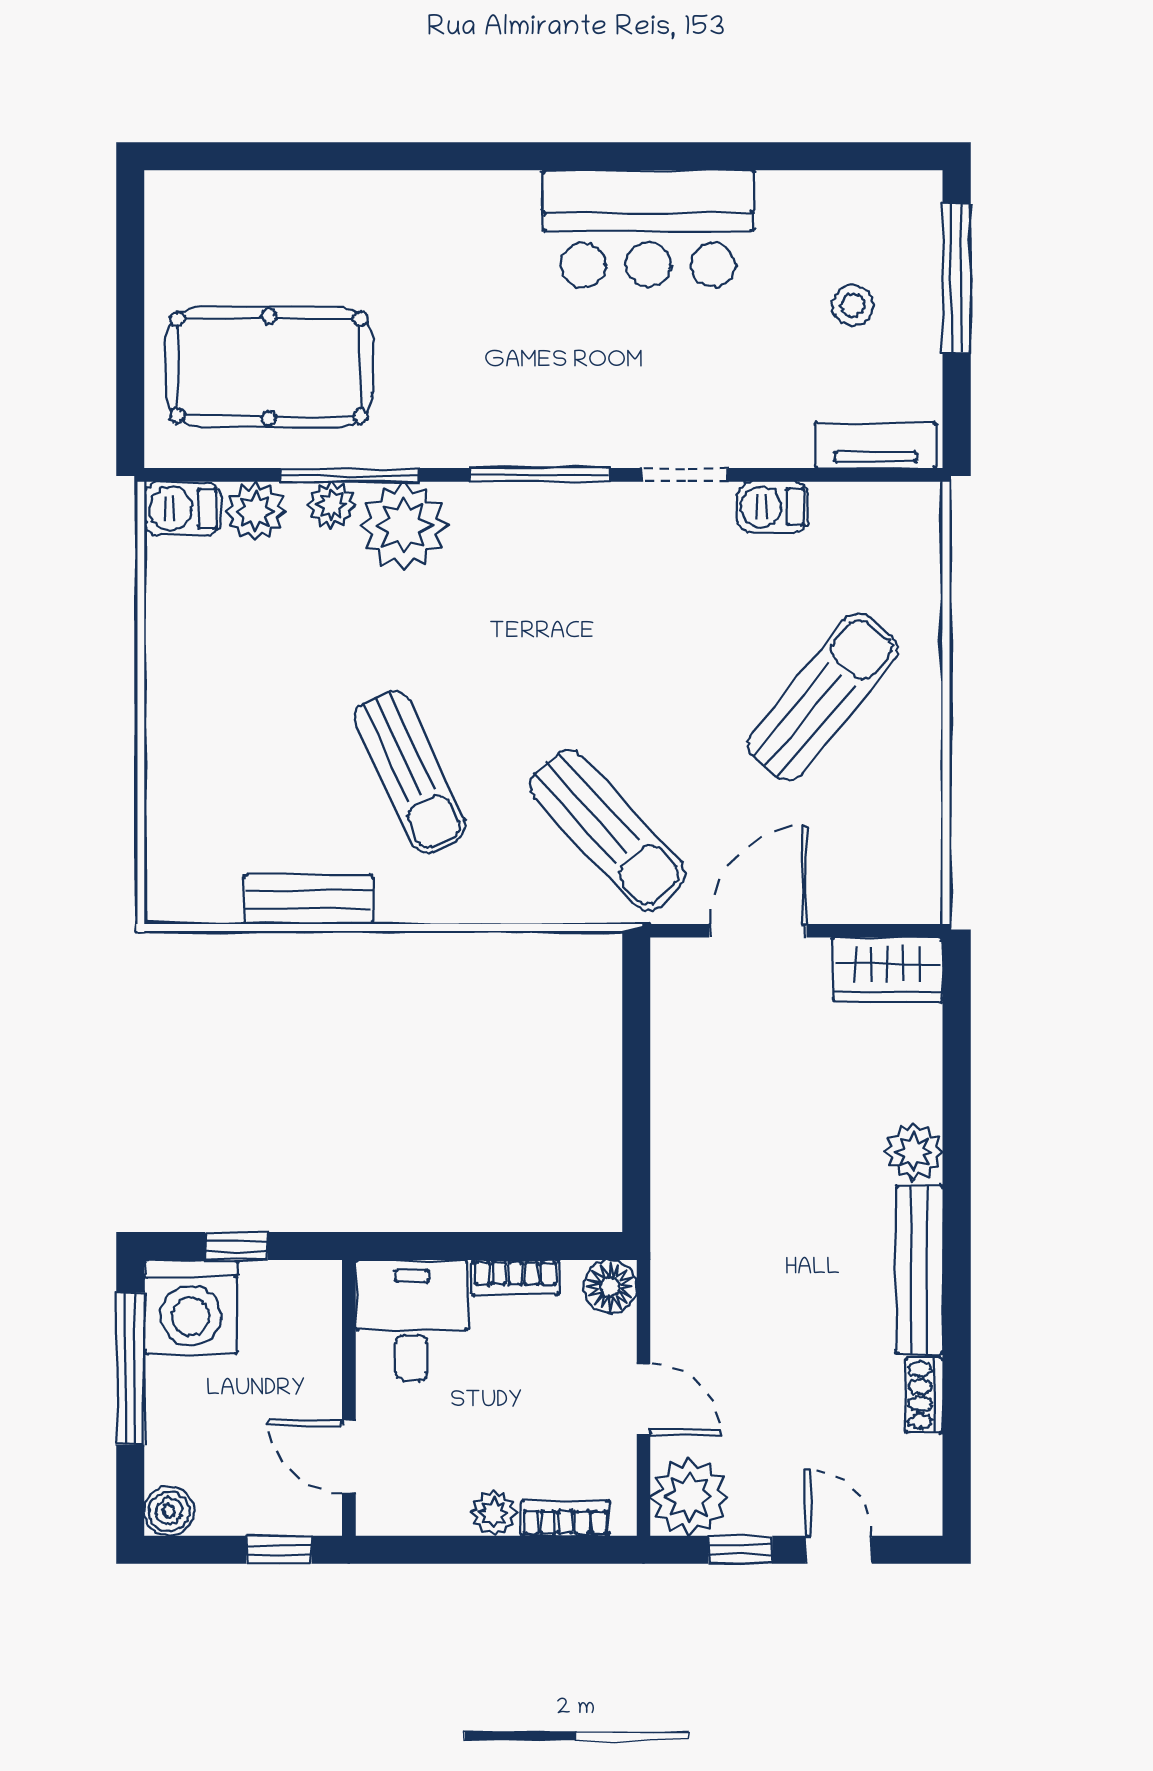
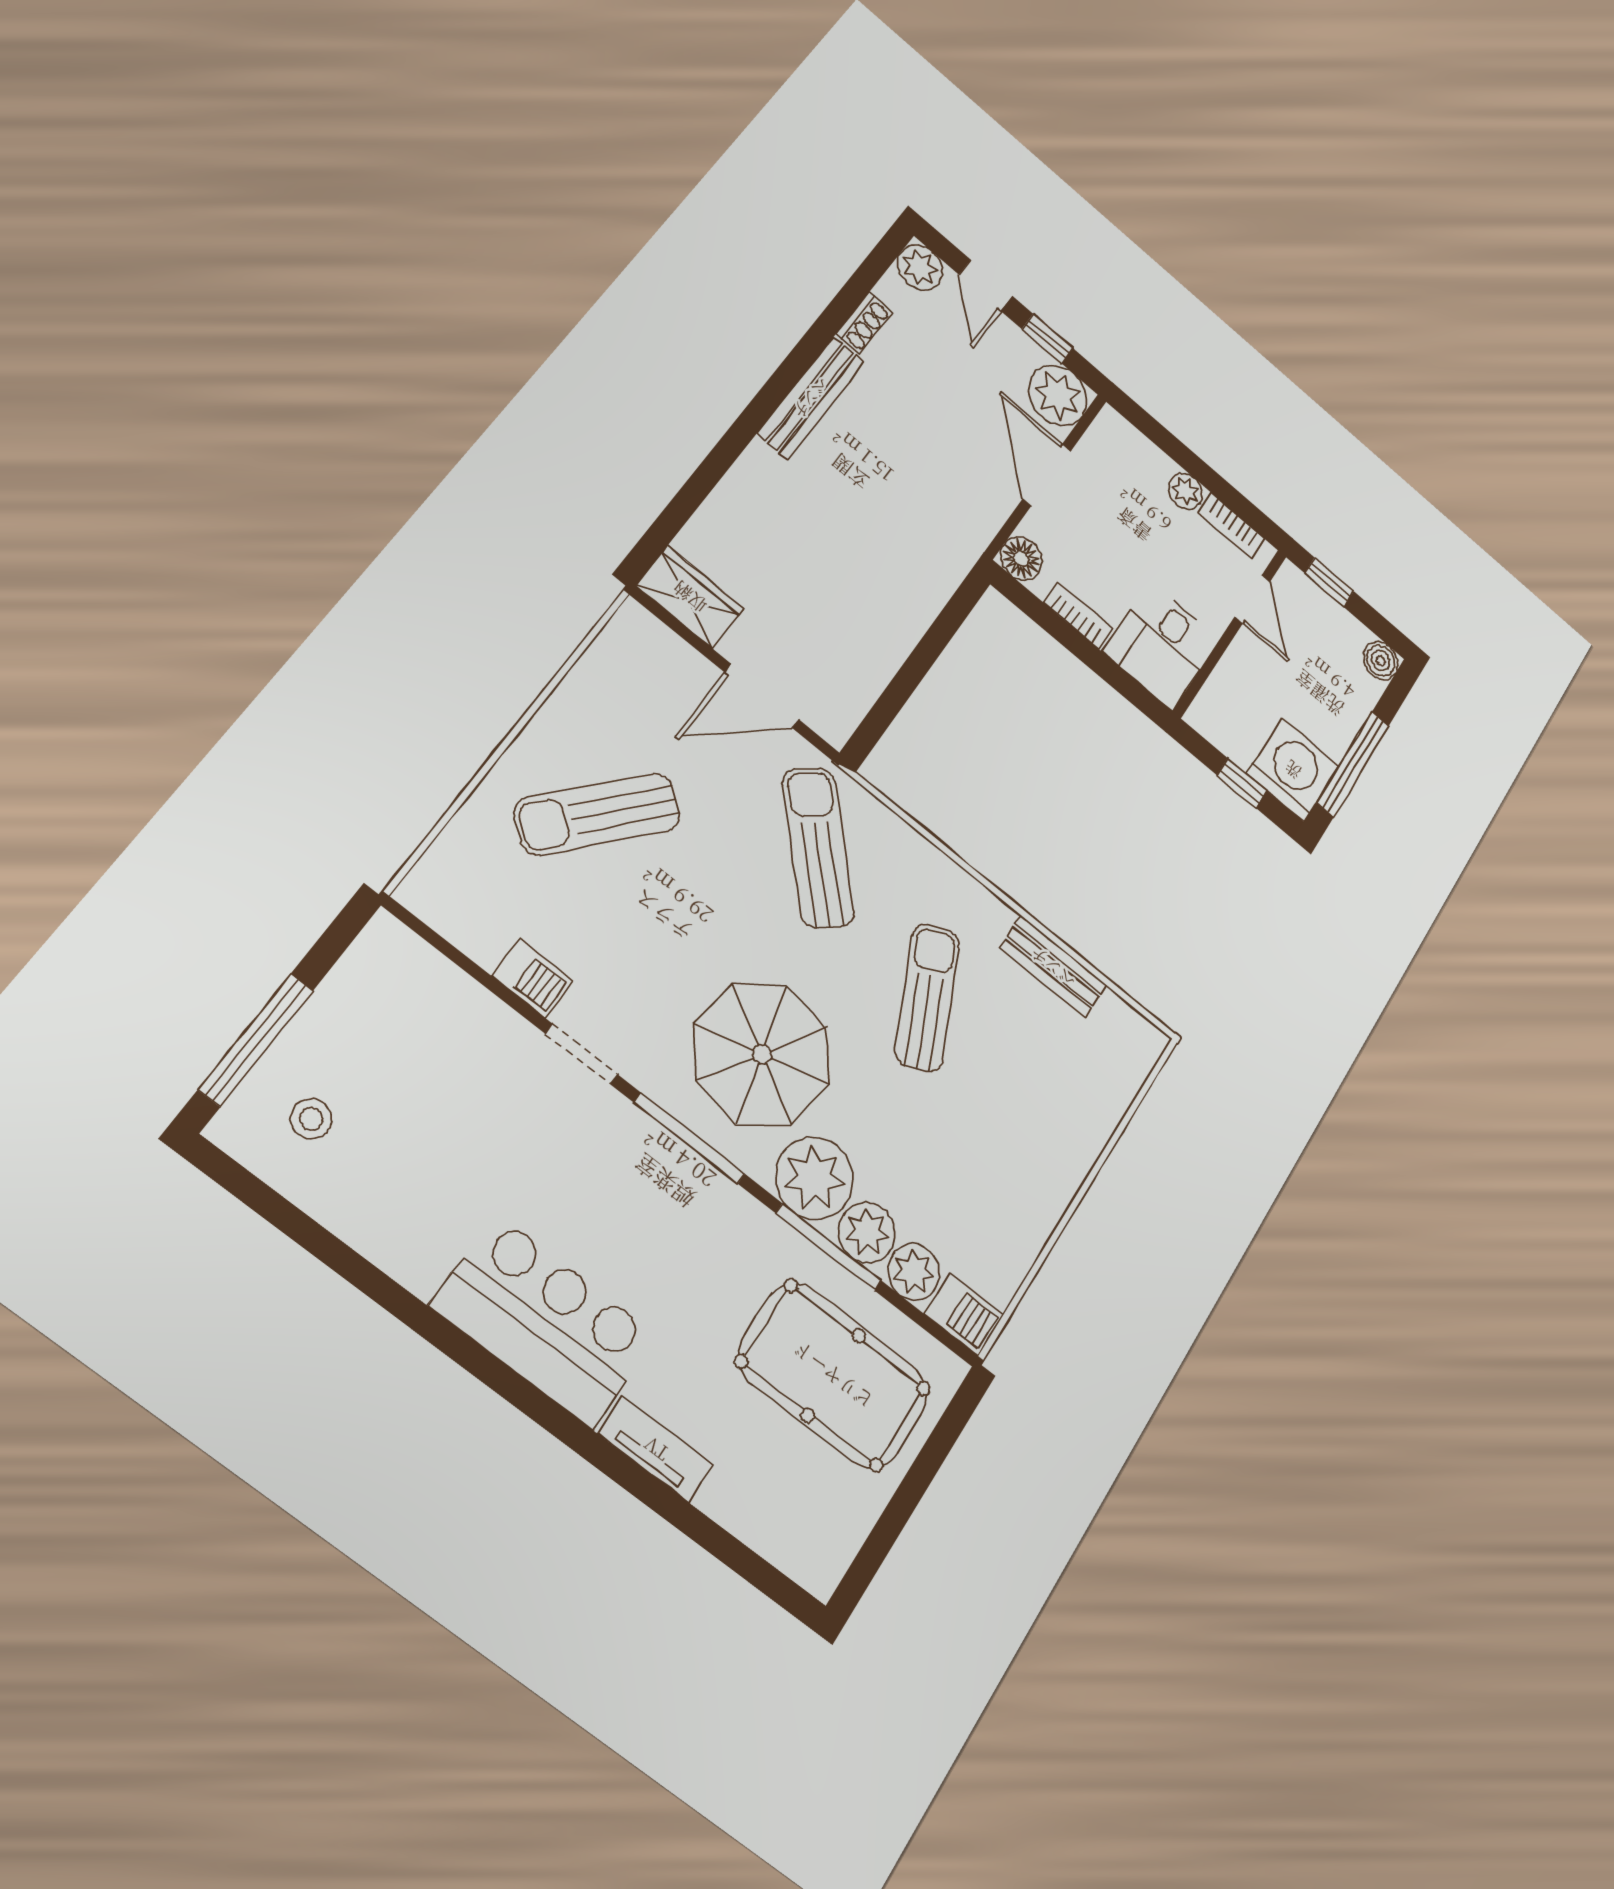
bar counter: (648, 229) -> (544, 1321), moved
stool: (853, 305) -> (311, 1119), moved
tv unit: (876, 445) -> (656, 1449), moved, turned 180
plant: (332, 505) -> (867, 1232), width x1.38, depth x1.38
parasol: (527, 599) -> (762, 1054), added
plant: (914, 1152) -> (920, 268), moved
door: (644, 1399) -> (1047, 475), width x1.38
bookcase: (565, 1518) -> (1231, 526), moved

